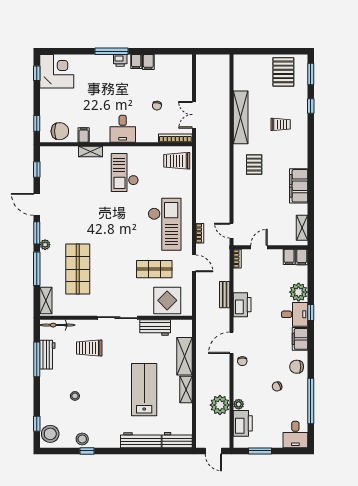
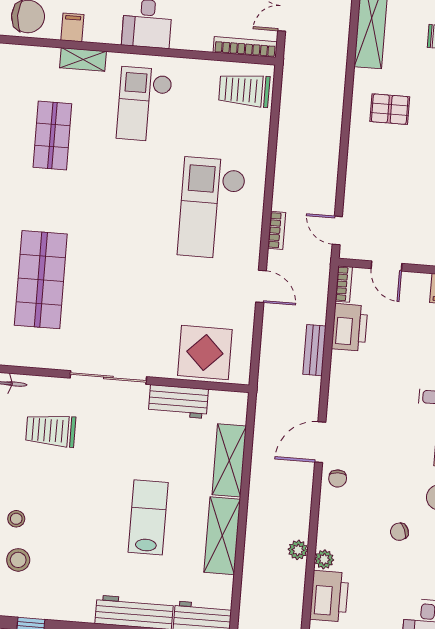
pallet: (254, 165) -> (390, 109), turned 90
checkout: (165, 224) -> (212, 208), turned 180
door: (259, 247) -> (386, 266), swing flipped
shop shelf: (154, 269) -> (52, 136), moved, turned 90
printer: (242, 305) -> (350, 327), moved
shelving: (186, 389) -> (222, 536), width x1.50, depth x1.33
lab bench: (144, 390) -> (148, 517), width x0.73, depth x0.72
plant: (220, 405) -> (298, 550), width x0.53, depth x0.53
stool: (82, 439) -> (18, 560), moved

